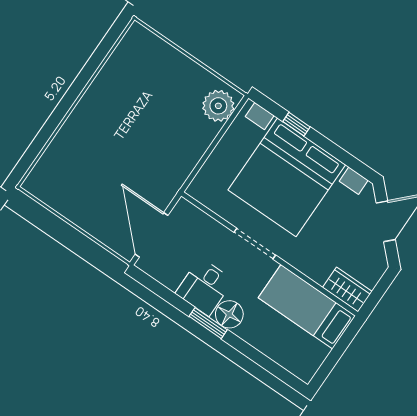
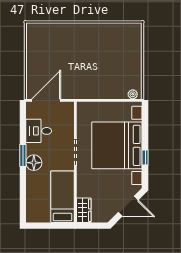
plant: (218, 106) -> (133, 94), width x0.53, depth x0.53
window: (297, 124) -> (145, 158), moved
desk: (204, 287) -> (39, 131), moved

